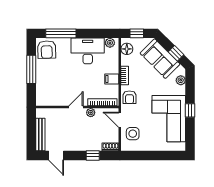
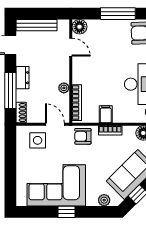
floor lamp: (42, 100) -> (79, 27), added
door: (76, 107) -> (71, 47), moved
door: (120, 120) -> (55, 124), hinge flipped
dresser: (82, 146) -> (23, 78), added
window: (93, 155) -> (10, 91), width x2.17

